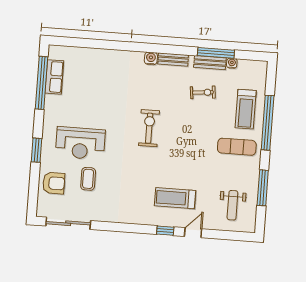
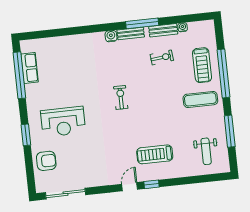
window: (216, 53) -> (142, 23), moved
exercise bike: (149, 128) -> (121, 97), width x0.73, depth x0.72
coffee table: (88, 179) -> (76, 152), removed
door: (193, 233) -> (130, 187), moved

